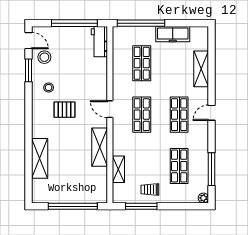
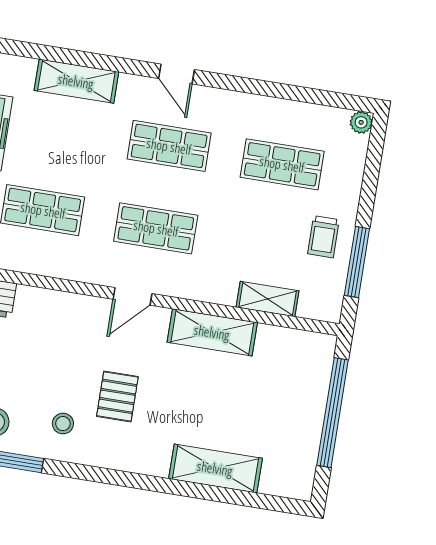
window: (212, 169) -> (301, 94), removed

